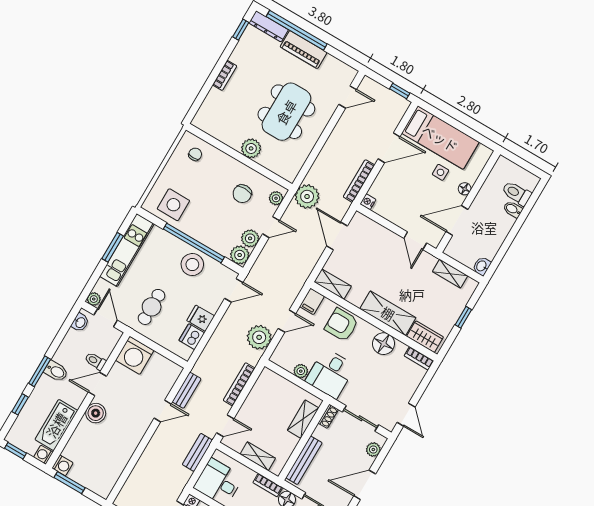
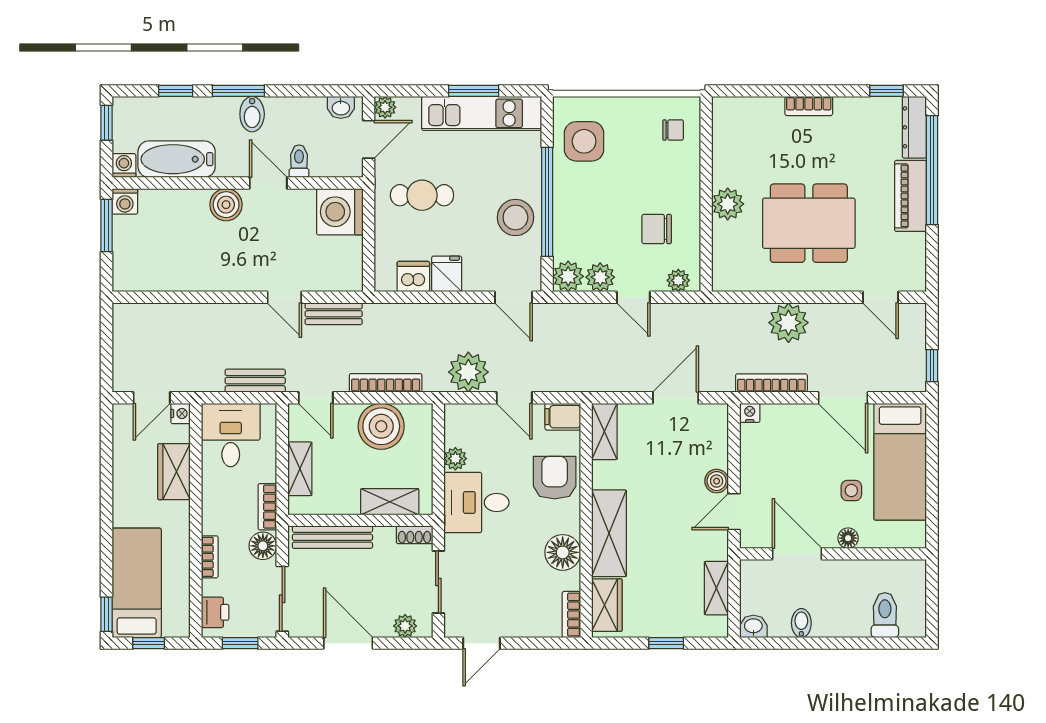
plant: (307, 196) -> (788, 323), moved
bidet: (513, 209) -> (801, 623), moved
boiler: (394, 240) -> (717, 481), added
boiler: (261, 400) -> (381, 426), added

